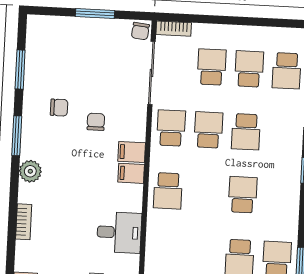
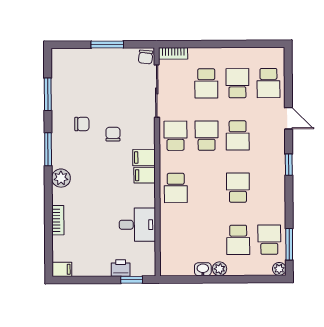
school desk: (212, 67) -> (206, 83), turned 180

